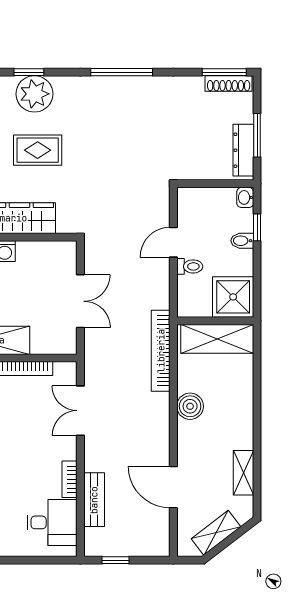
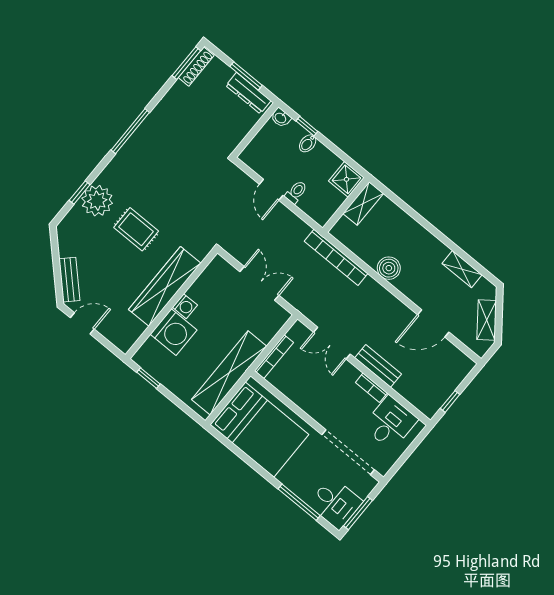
rug: (38, 150) -> (136, 229), turned 90
shower: (233, 297) -> (346, 179), width x0.73, depth x0.73
shelving: (217, 339) -> (363, 203), width x0.67, depth x0.75
bench: (94, 500) -> (378, 366), moved

